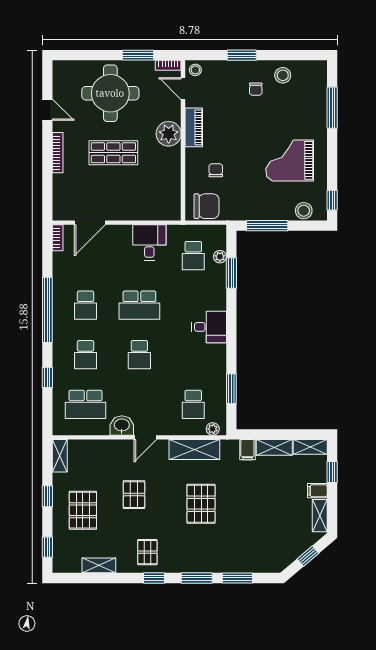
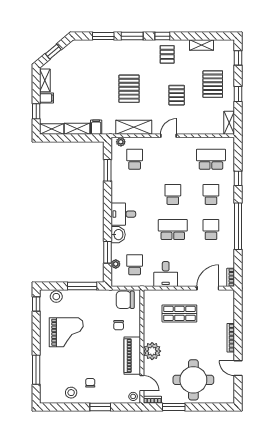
piano: (194, 127) -> (132, 356), width x1.37, depth x1.33
shop shelf: (113, 153) -> (179, 313), moved
washbasin: (122, 426) -> (118, 235), moved, turned -90

